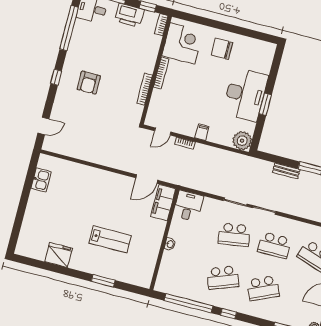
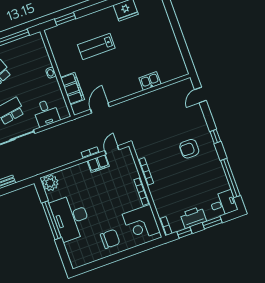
armchair: (89, 83) -> (189, 149), turned -90
window: (265, 104) -> (51, 220), width x2.11
filing cabinet: (202, 132) -> (98, 164), moved, width x2.00
kitchen sink: (41, 180) -> (150, 81), moved, turned 90
filing cabinet: (163, 203) -> (72, 88), moved
desk: (188, 206) -> (46, 113), moved
window: (103, 281) -> (65, 19), moved

